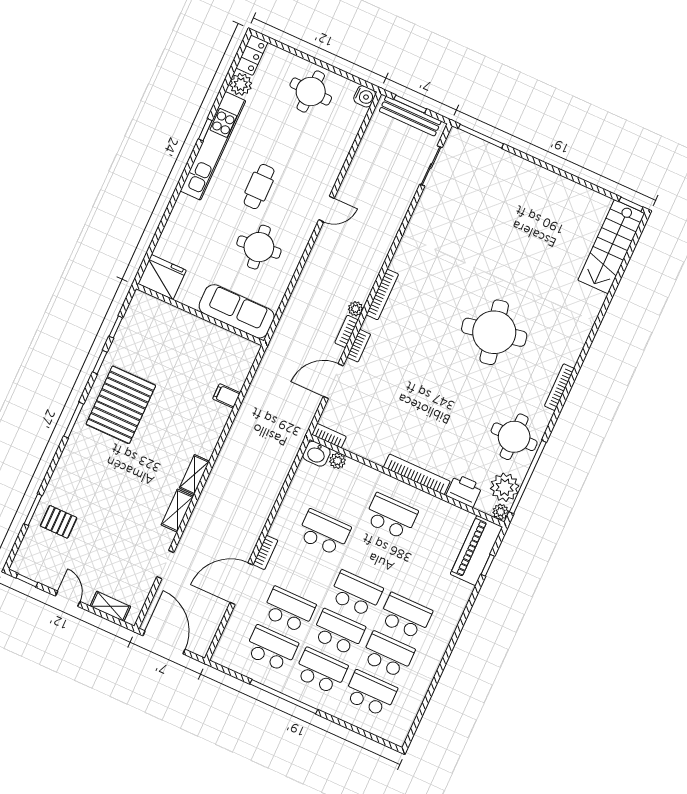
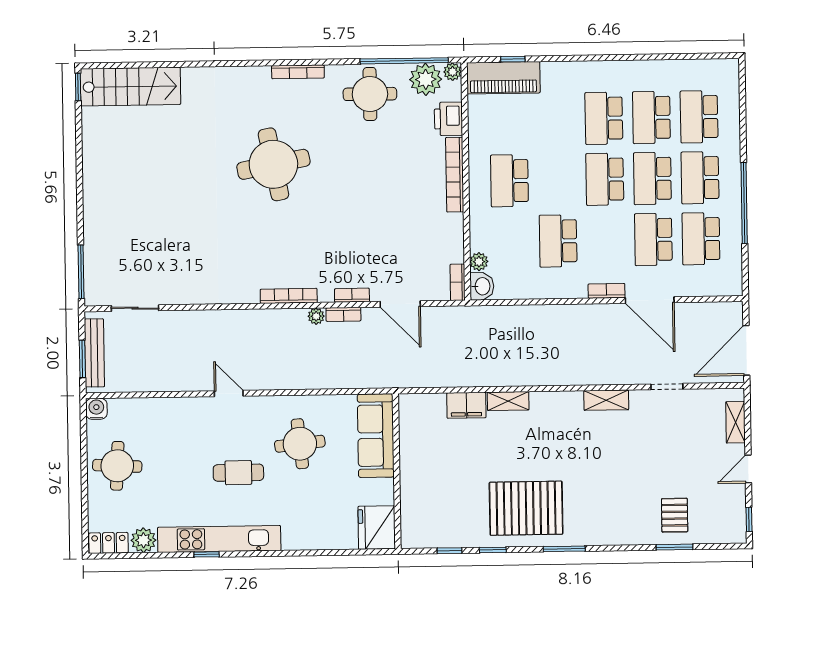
filing cabinet: (227, 396) -> (466, 405), width x2.00
shelving: (194, 475) -> (508, 401), moved

